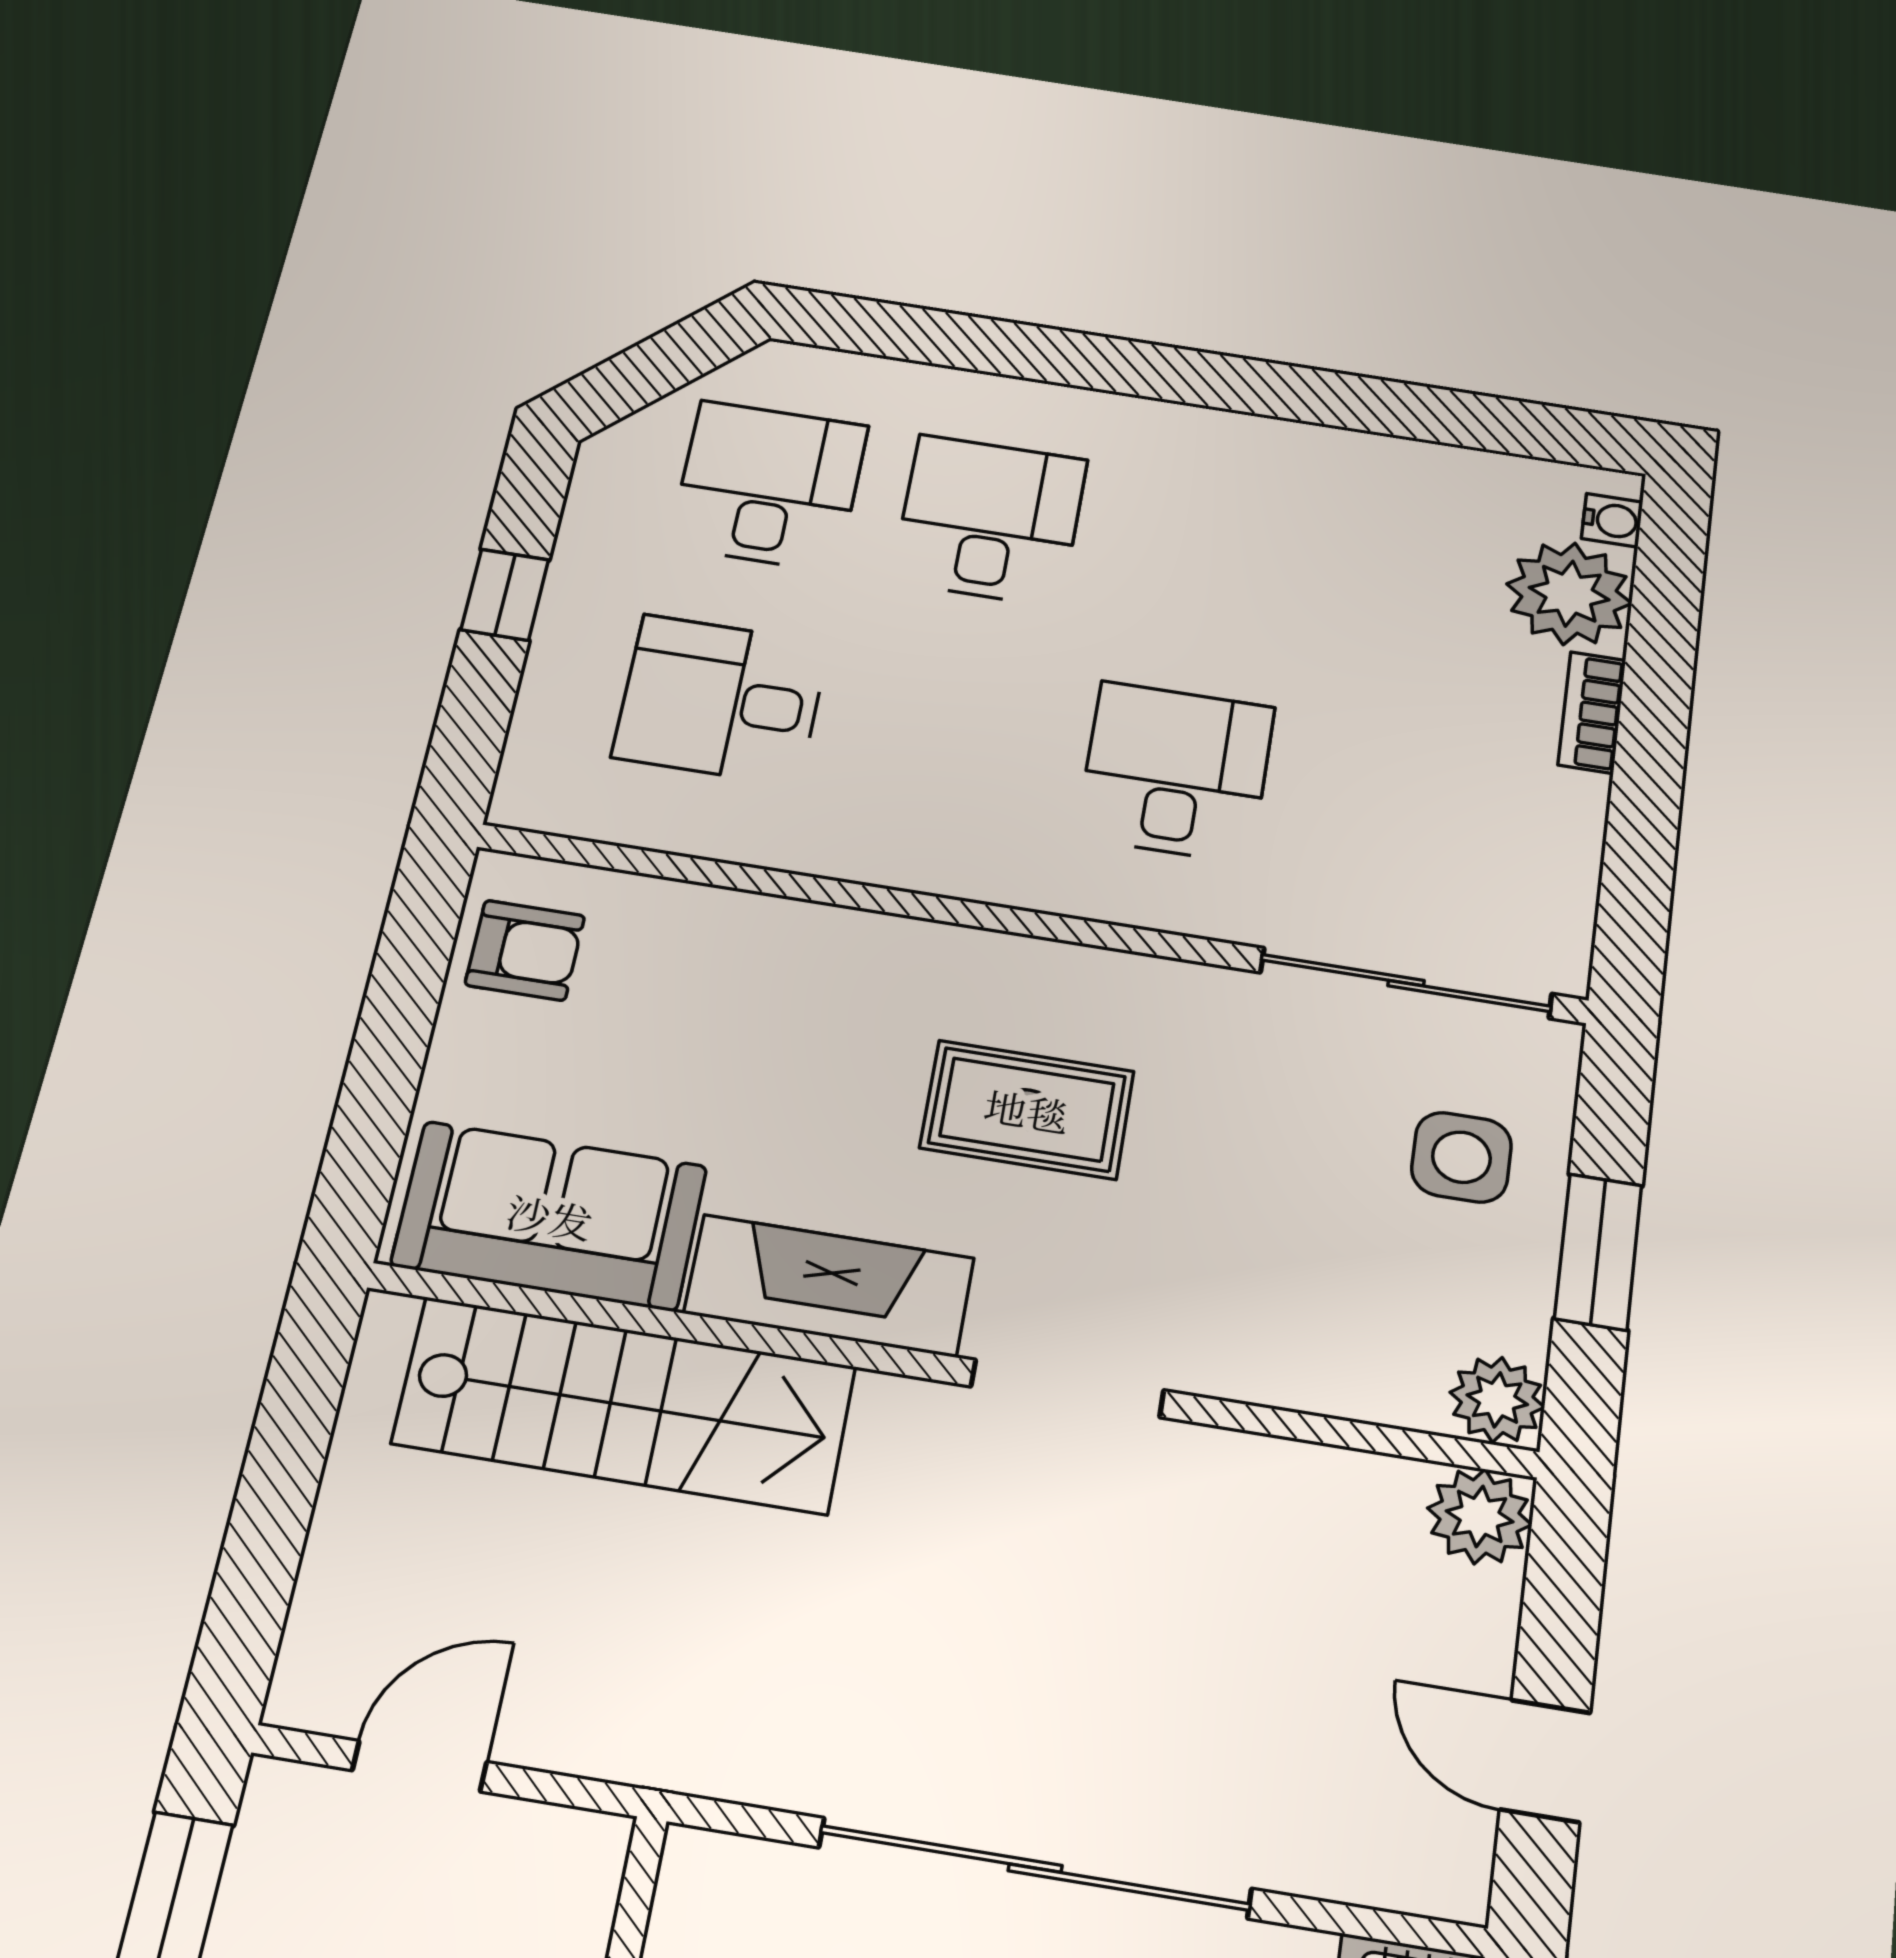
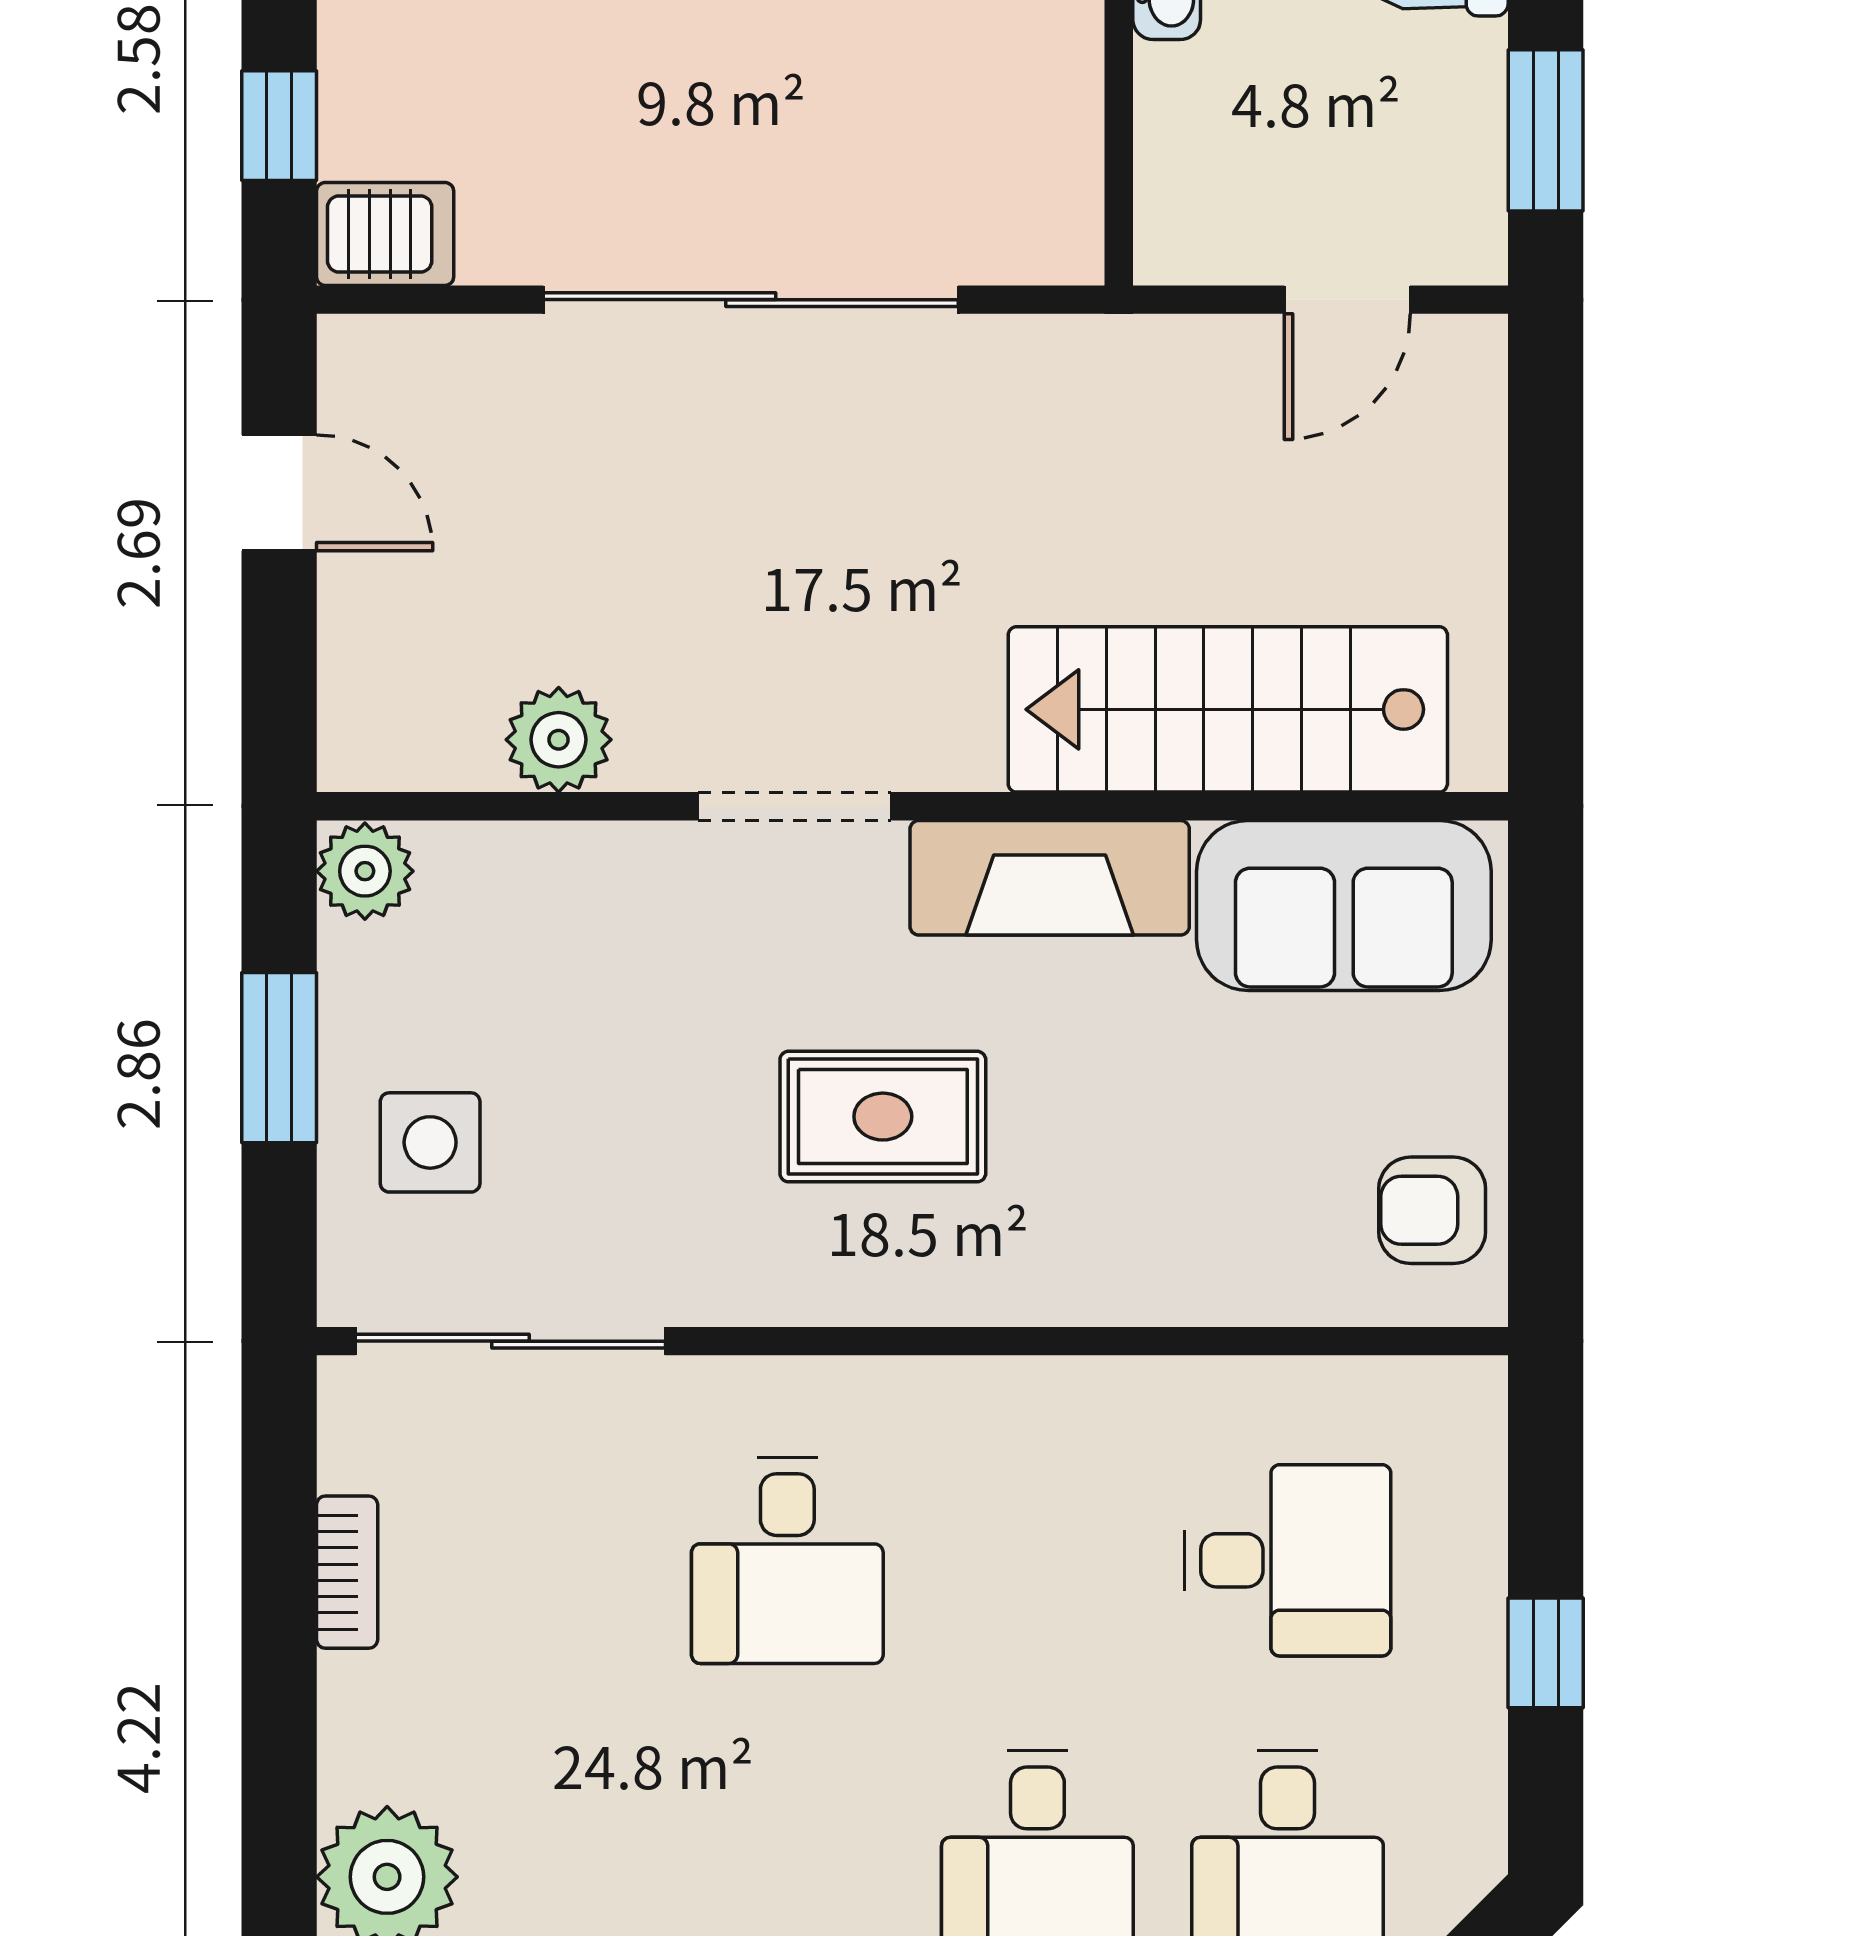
bookcase: (1592, 712) -> (347, 1572), moved
plant: (1480, 1516) -> (559, 740), moved

